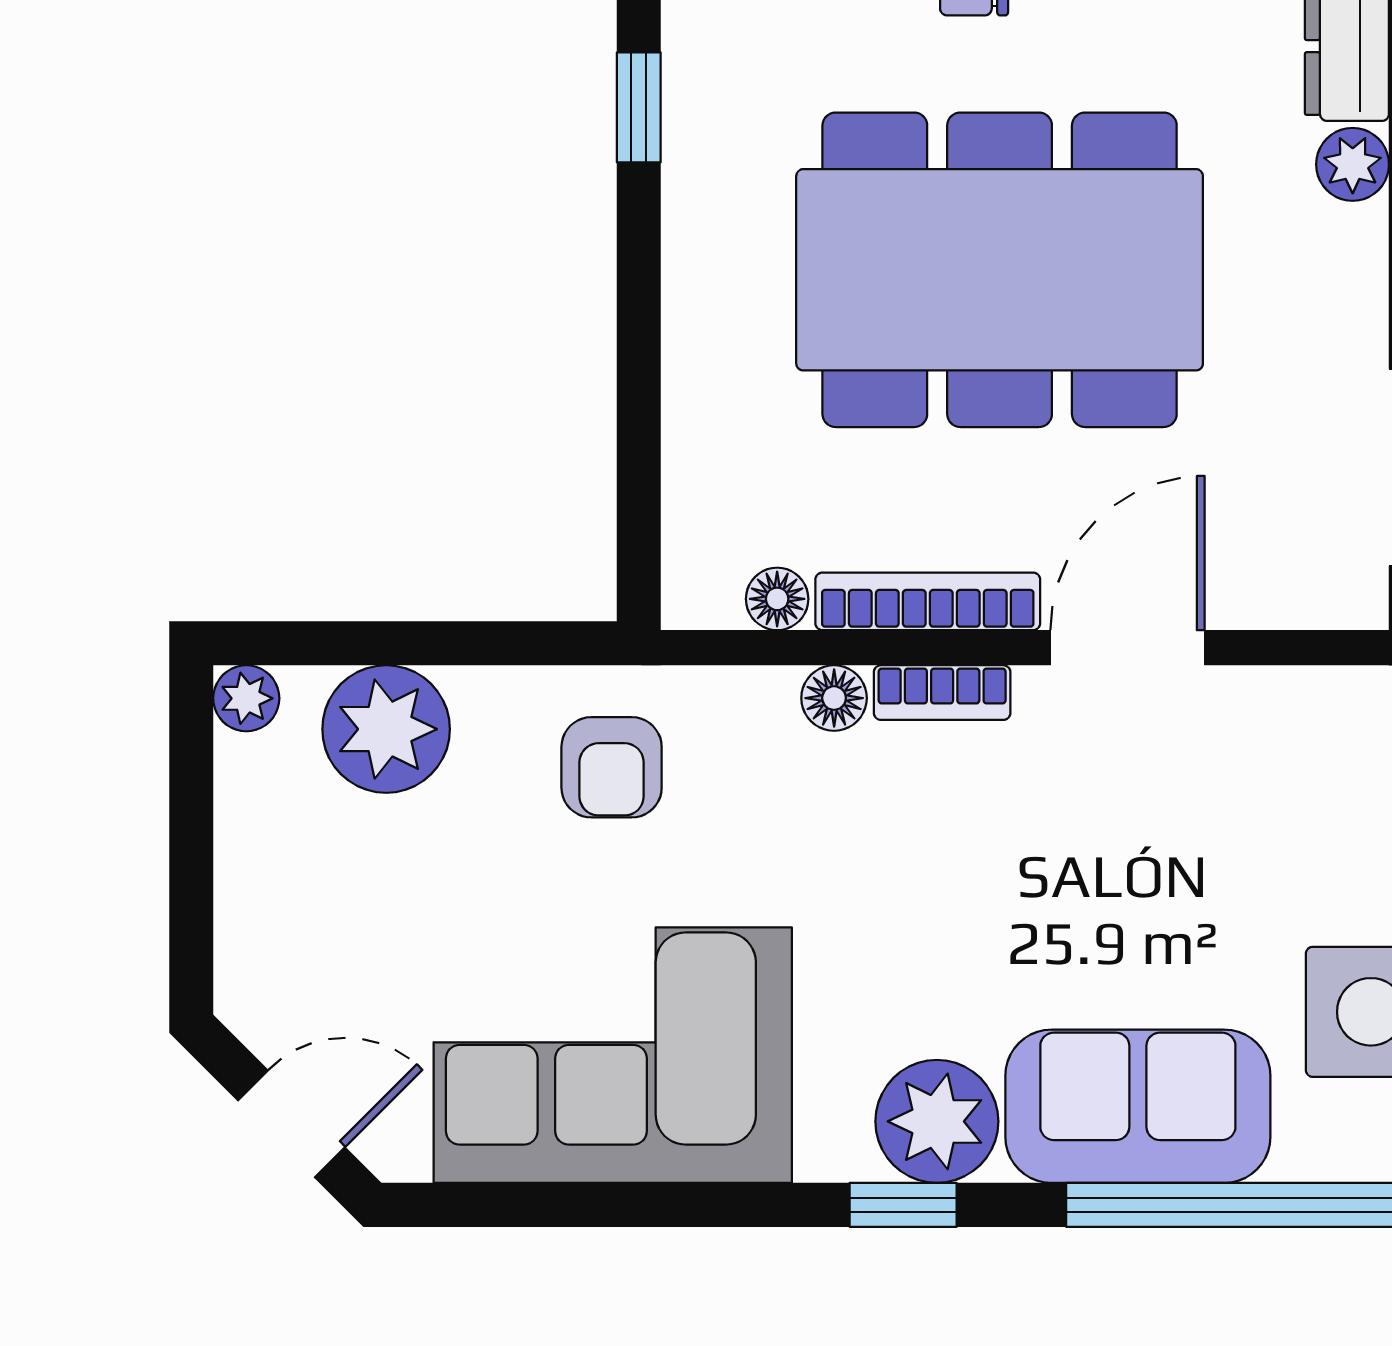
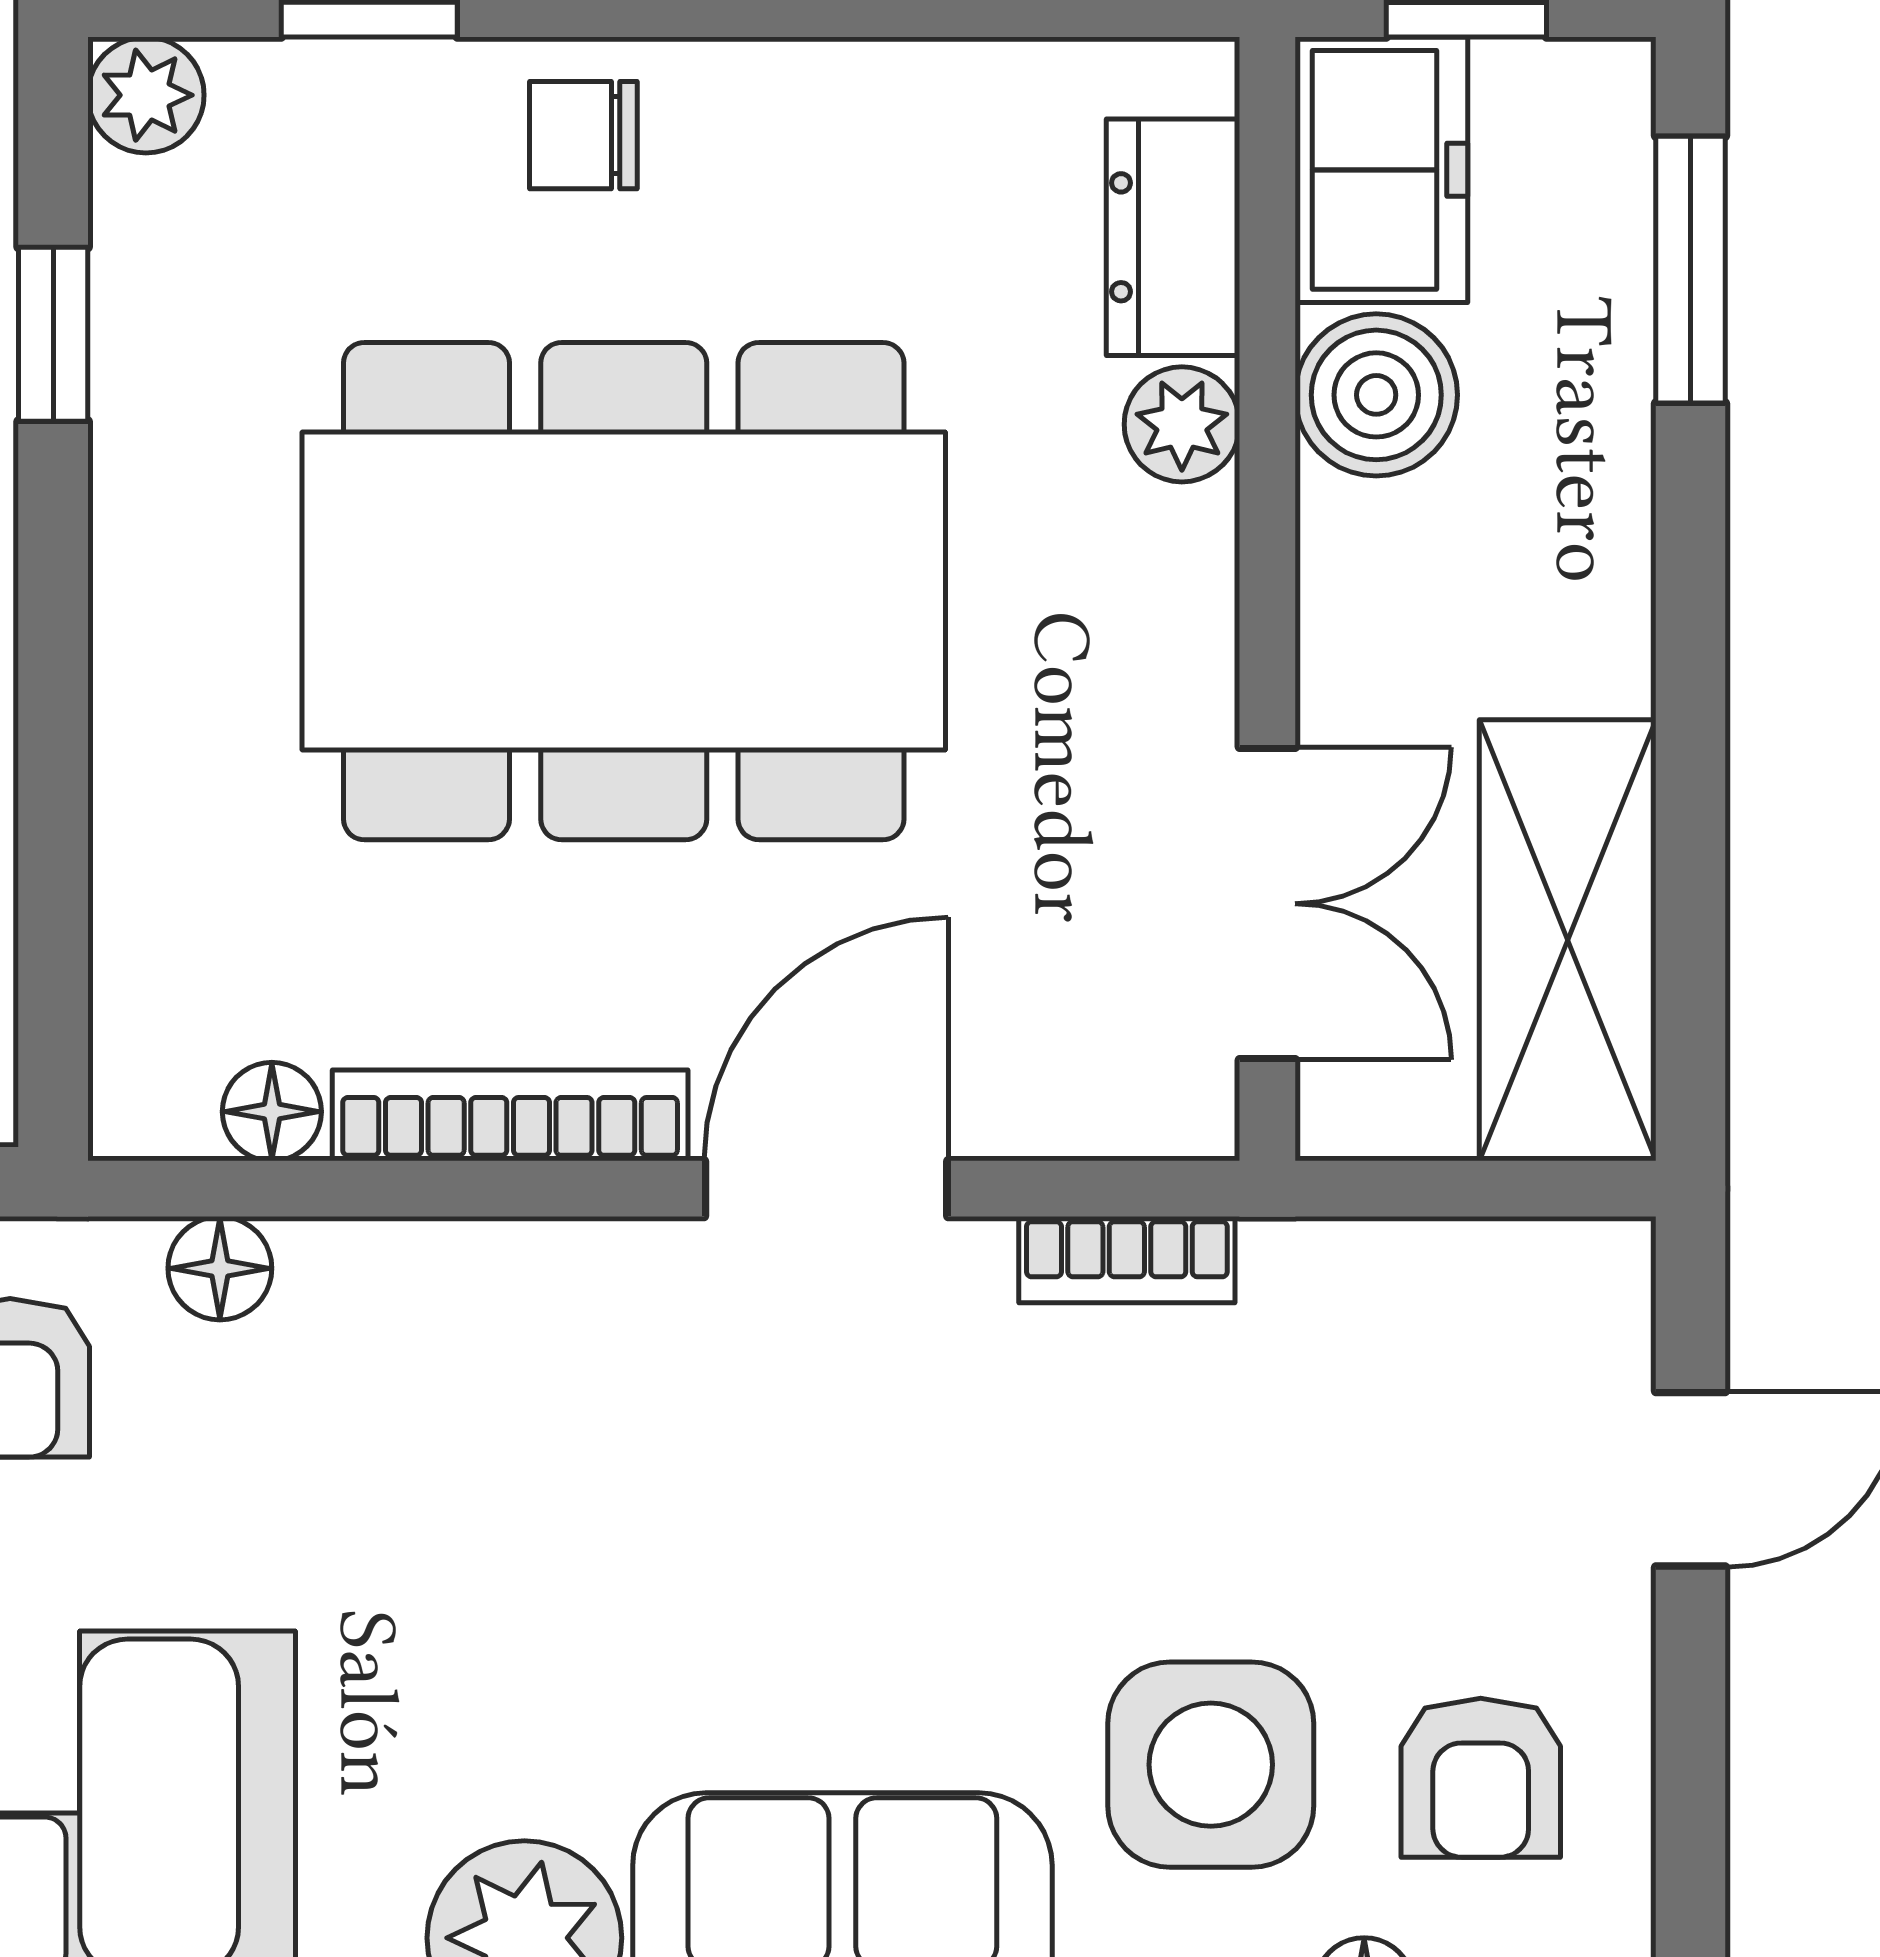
bookcase: (942, 693) -> (1127, 1260), moved
floor lamp: (834, 698) -> (220, 1268), moved

